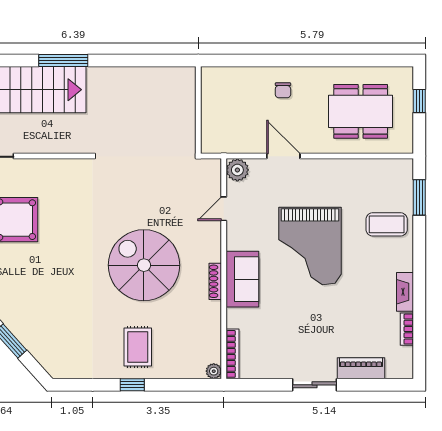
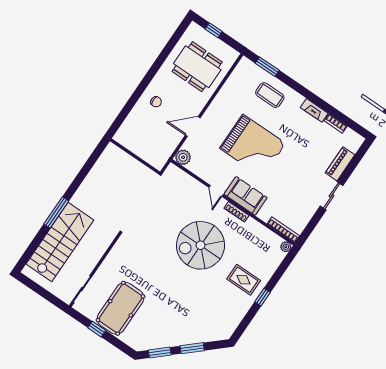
dining table: (361, 111) -> (197, 67), turned 90
door: (224, 209) -> (216, 191), moved
coffee table: (387, 224) -> (270, 95), turned 90

